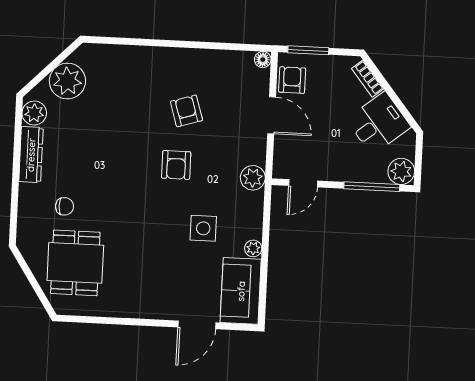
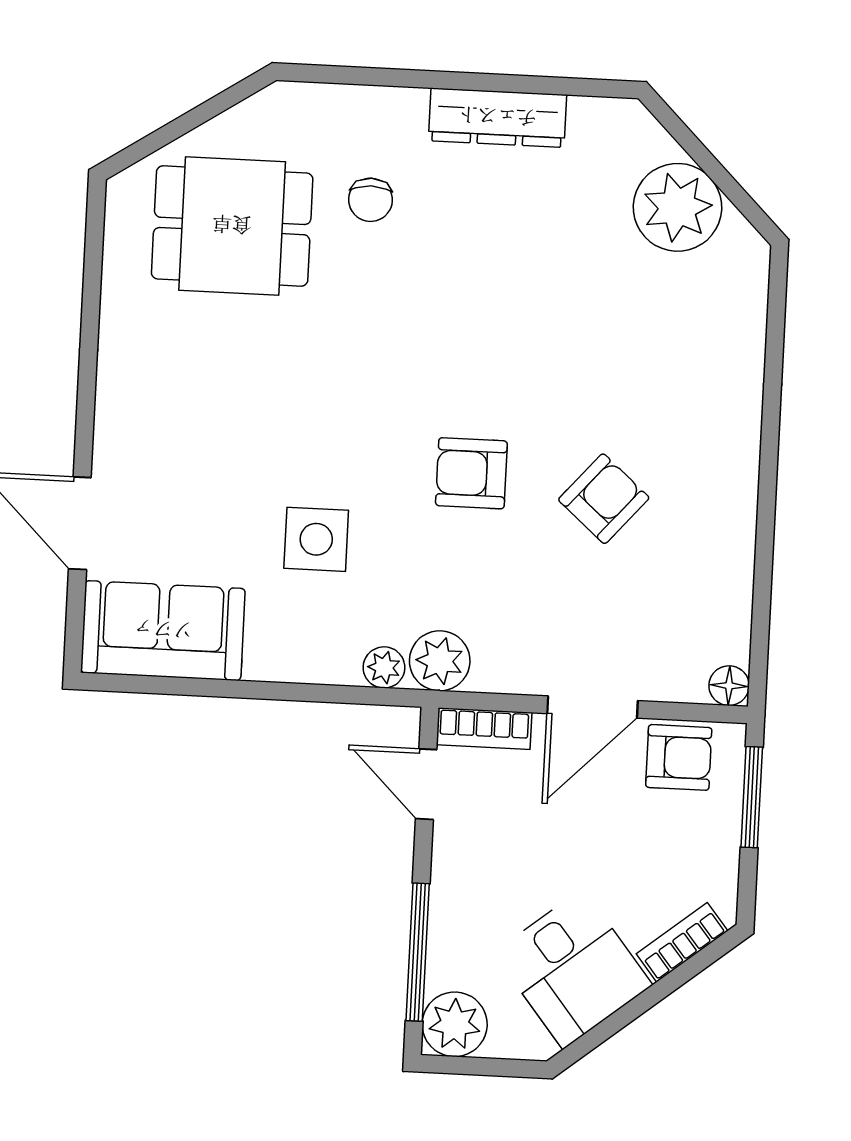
armchair: (186, 111) -> (604, 499), turned -32
plant: (34, 113) -> (599, 126), removed
bookcase: (280, 160) -> (484, 729), added
plant: (253, 248) -> (384, 667), moved

